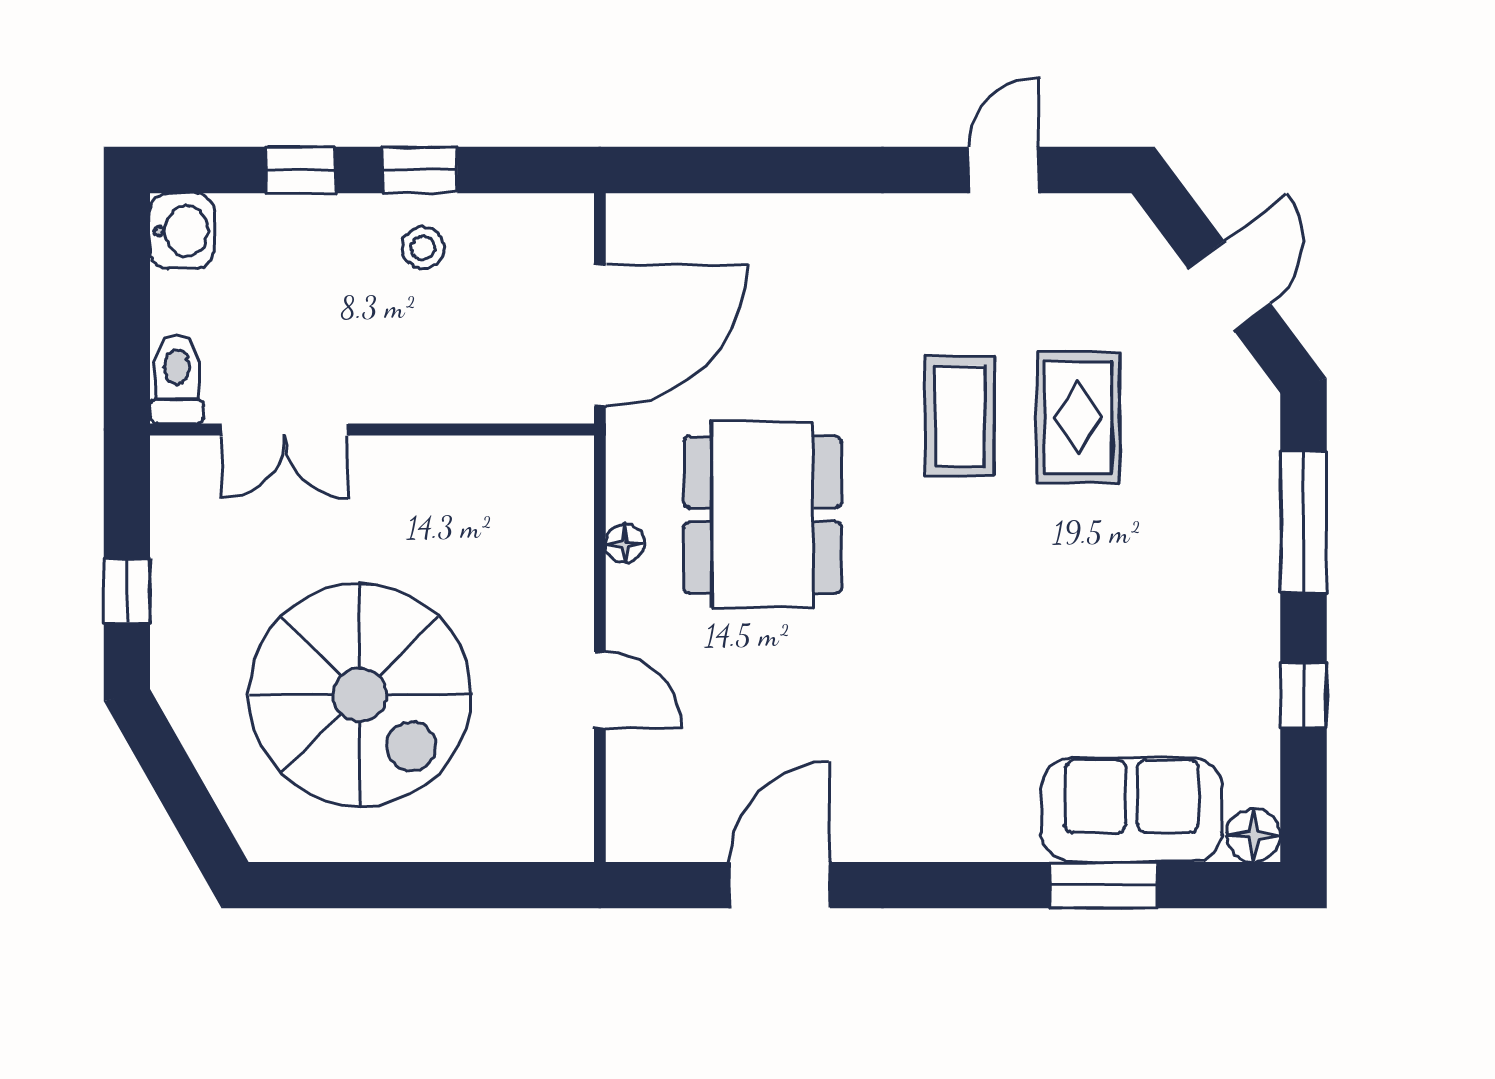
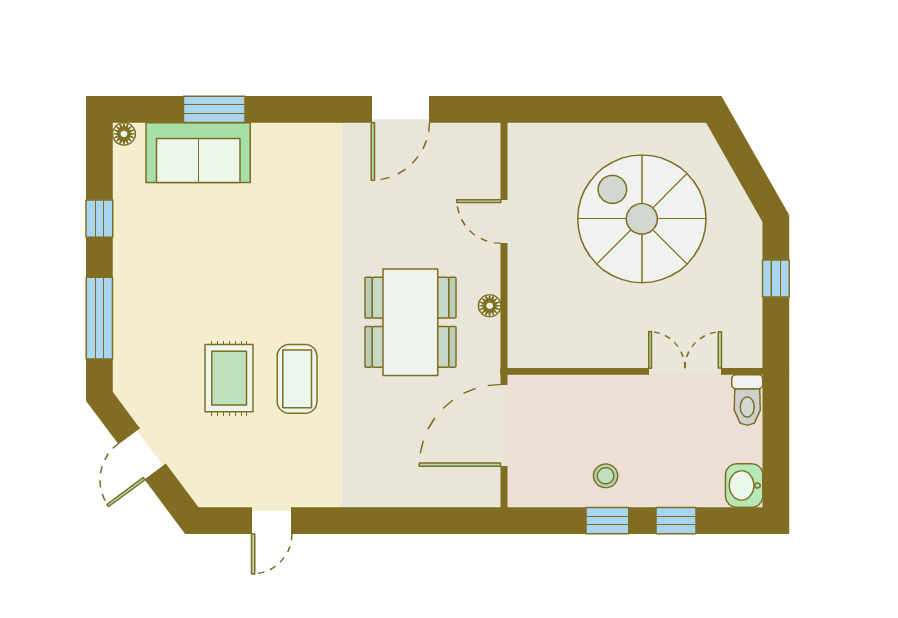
floor lamp: (1254, 835) -> (124, 134), width x0.73, depth x0.73

